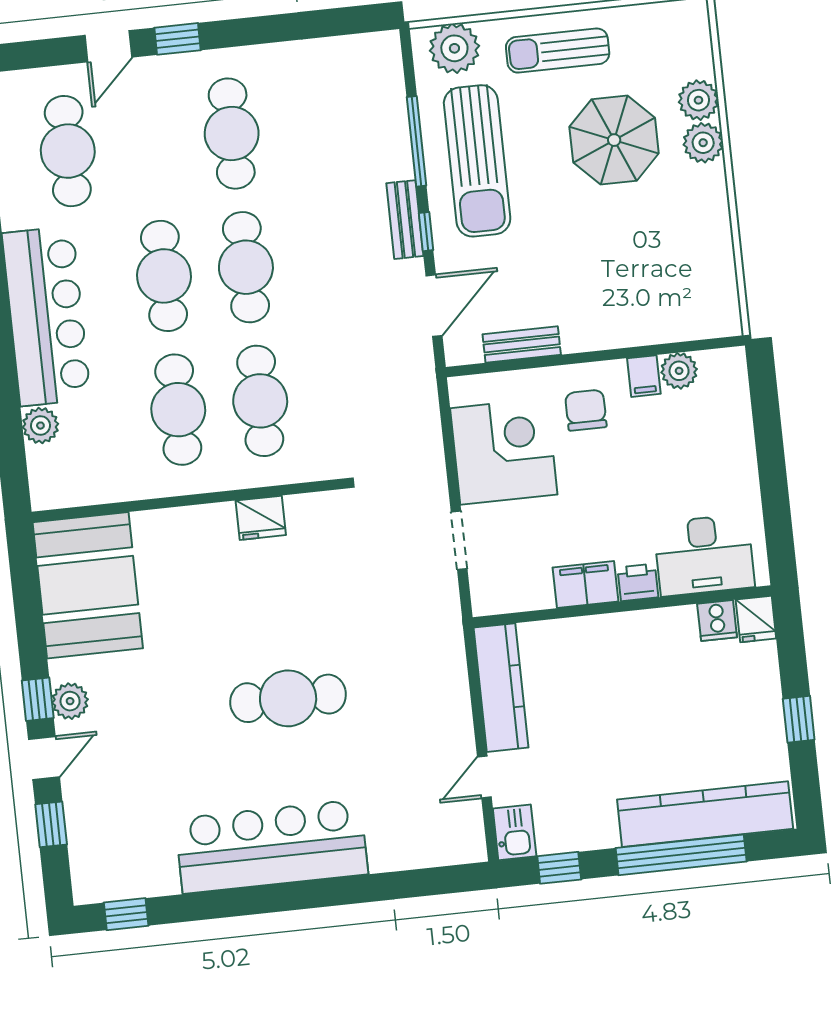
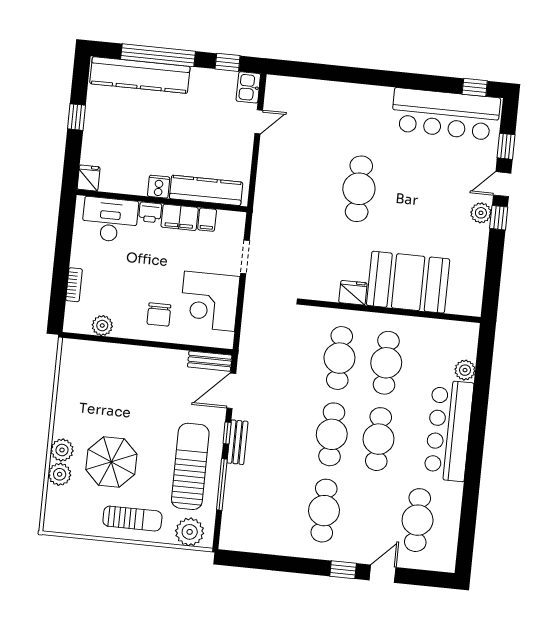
bench: (522, 344) -> (210, 361), moved
filing cabinet: (644, 376) -> (207, 220), moved, turned 180
bookcase: (742, 431) -> (74, 285), added
booth: (88, 585) -> (408, 282), moved, turned 90
cooker: (717, 621) -> (159, 187), moved
kitchen counter: (501, 688) -> (206, 190), moved, turned 90
cafe table: (288, 698) -> (359, 189), turned 90
bar counter: (272, 847) -> (446, 114), moved

